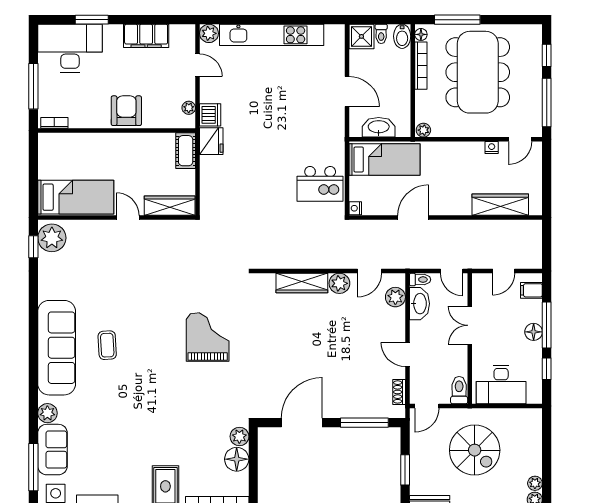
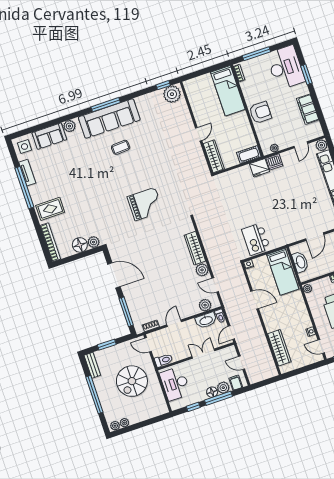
bed: (76, 197) -> (228, 91), moved
plant: (533, 312) -> (223, 388), added
window: (33, 467) -> (106, 105), moved

